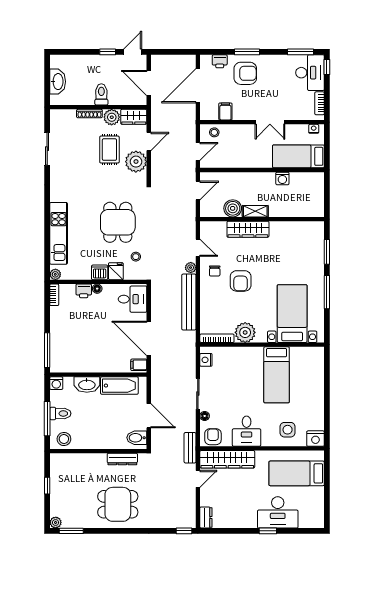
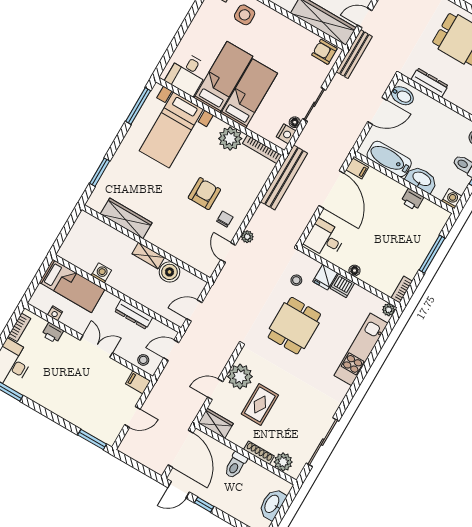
window: (247, 52) -> (92, 439), moved
printer: (220, 61) -> (53, 333), moved, turned 180
armchair: (245, 73) -> (77, 402), removed
door: (149, 83) -> (181, 449), width x1.36
door: (198, 86) -> (132, 417), width x0.53
filing cabinet: (225, 111) -> (138, 382), moved, turned 90
plant: (112, 117) -> (283, 462), moved
double door: (270, 122) -> (96, 346), moved
nightstand: (314, 129) -> (55, 313), moved
sliding door: (47, 149) -> (323, 442), width x1.37
dresser: (241, 162) -> (134, 314), added
wardrobe: (248, 229) -> (126, 218), moved
printer: (84, 291) -> (412, 199), moved, turned 180
window: (327, 292) -> (138, 106), moved
bench: (189, 302) -> (284, 177), moved
window: (47, 350) -> (432, 254), moved
bed: (251, 374) -> (249, 93), added
door: (149, 416) -> (377, 111), swing flipped
floor lamp: (205, 416) -> (295, 122), moved
desk: (247, 431) -> (187, 74), moved, turned 180
armchair: (213, 437) -> (324, 52), turned 90
bench: (190, 448) -> (354, 54), width x1.36

